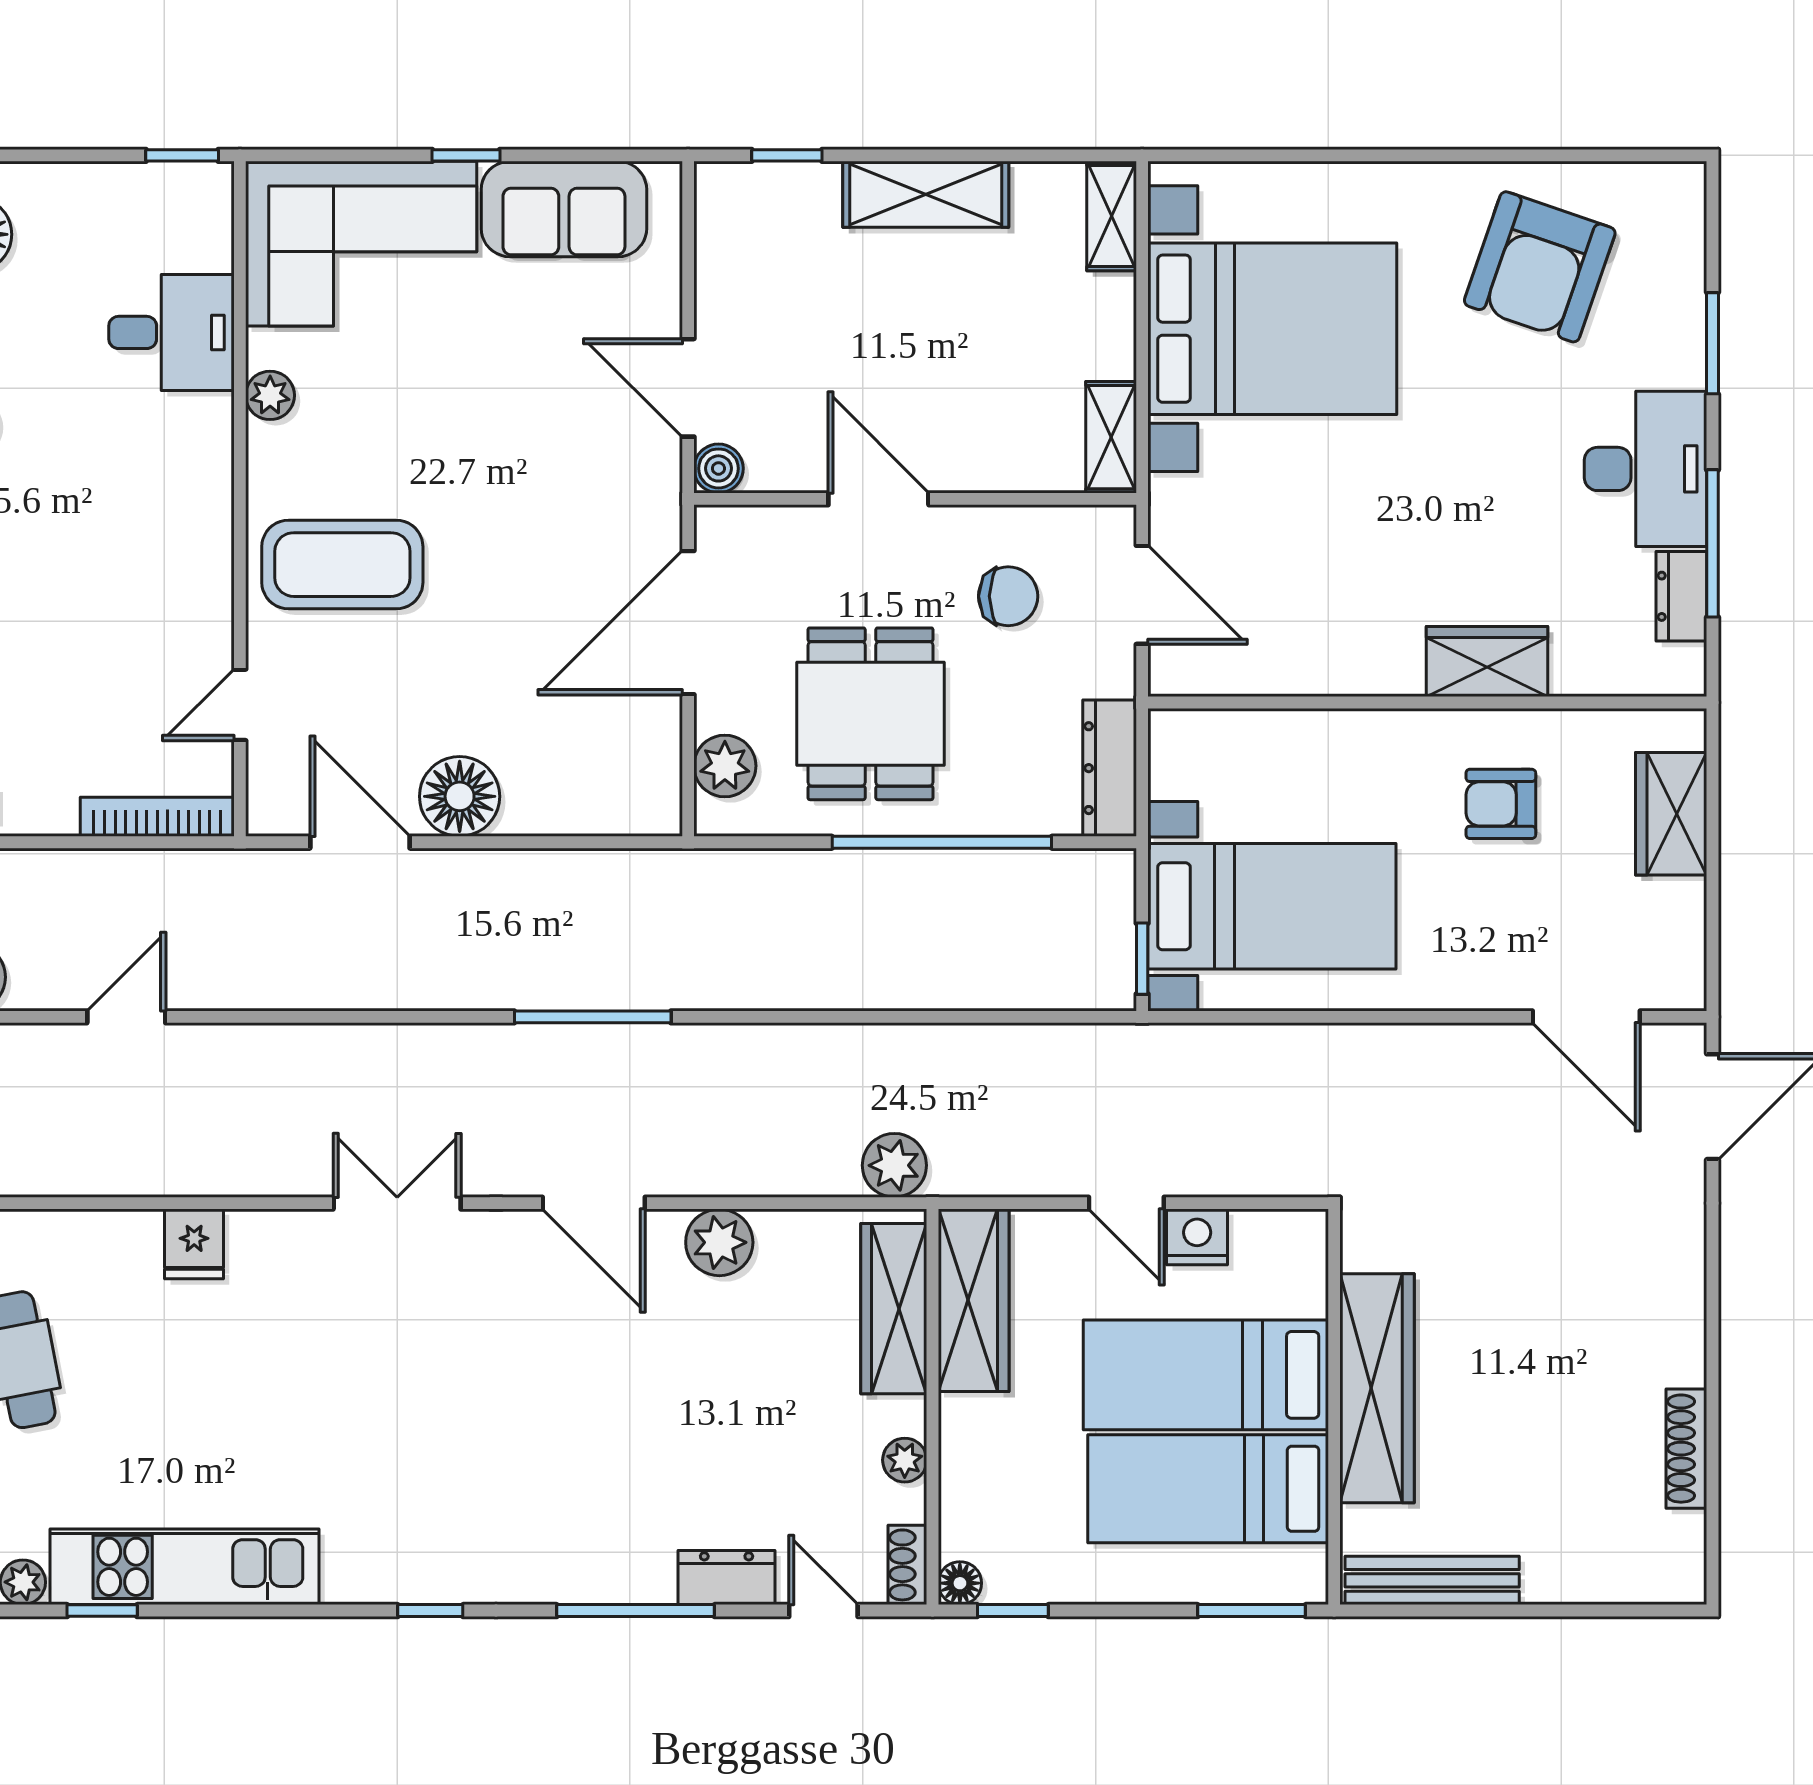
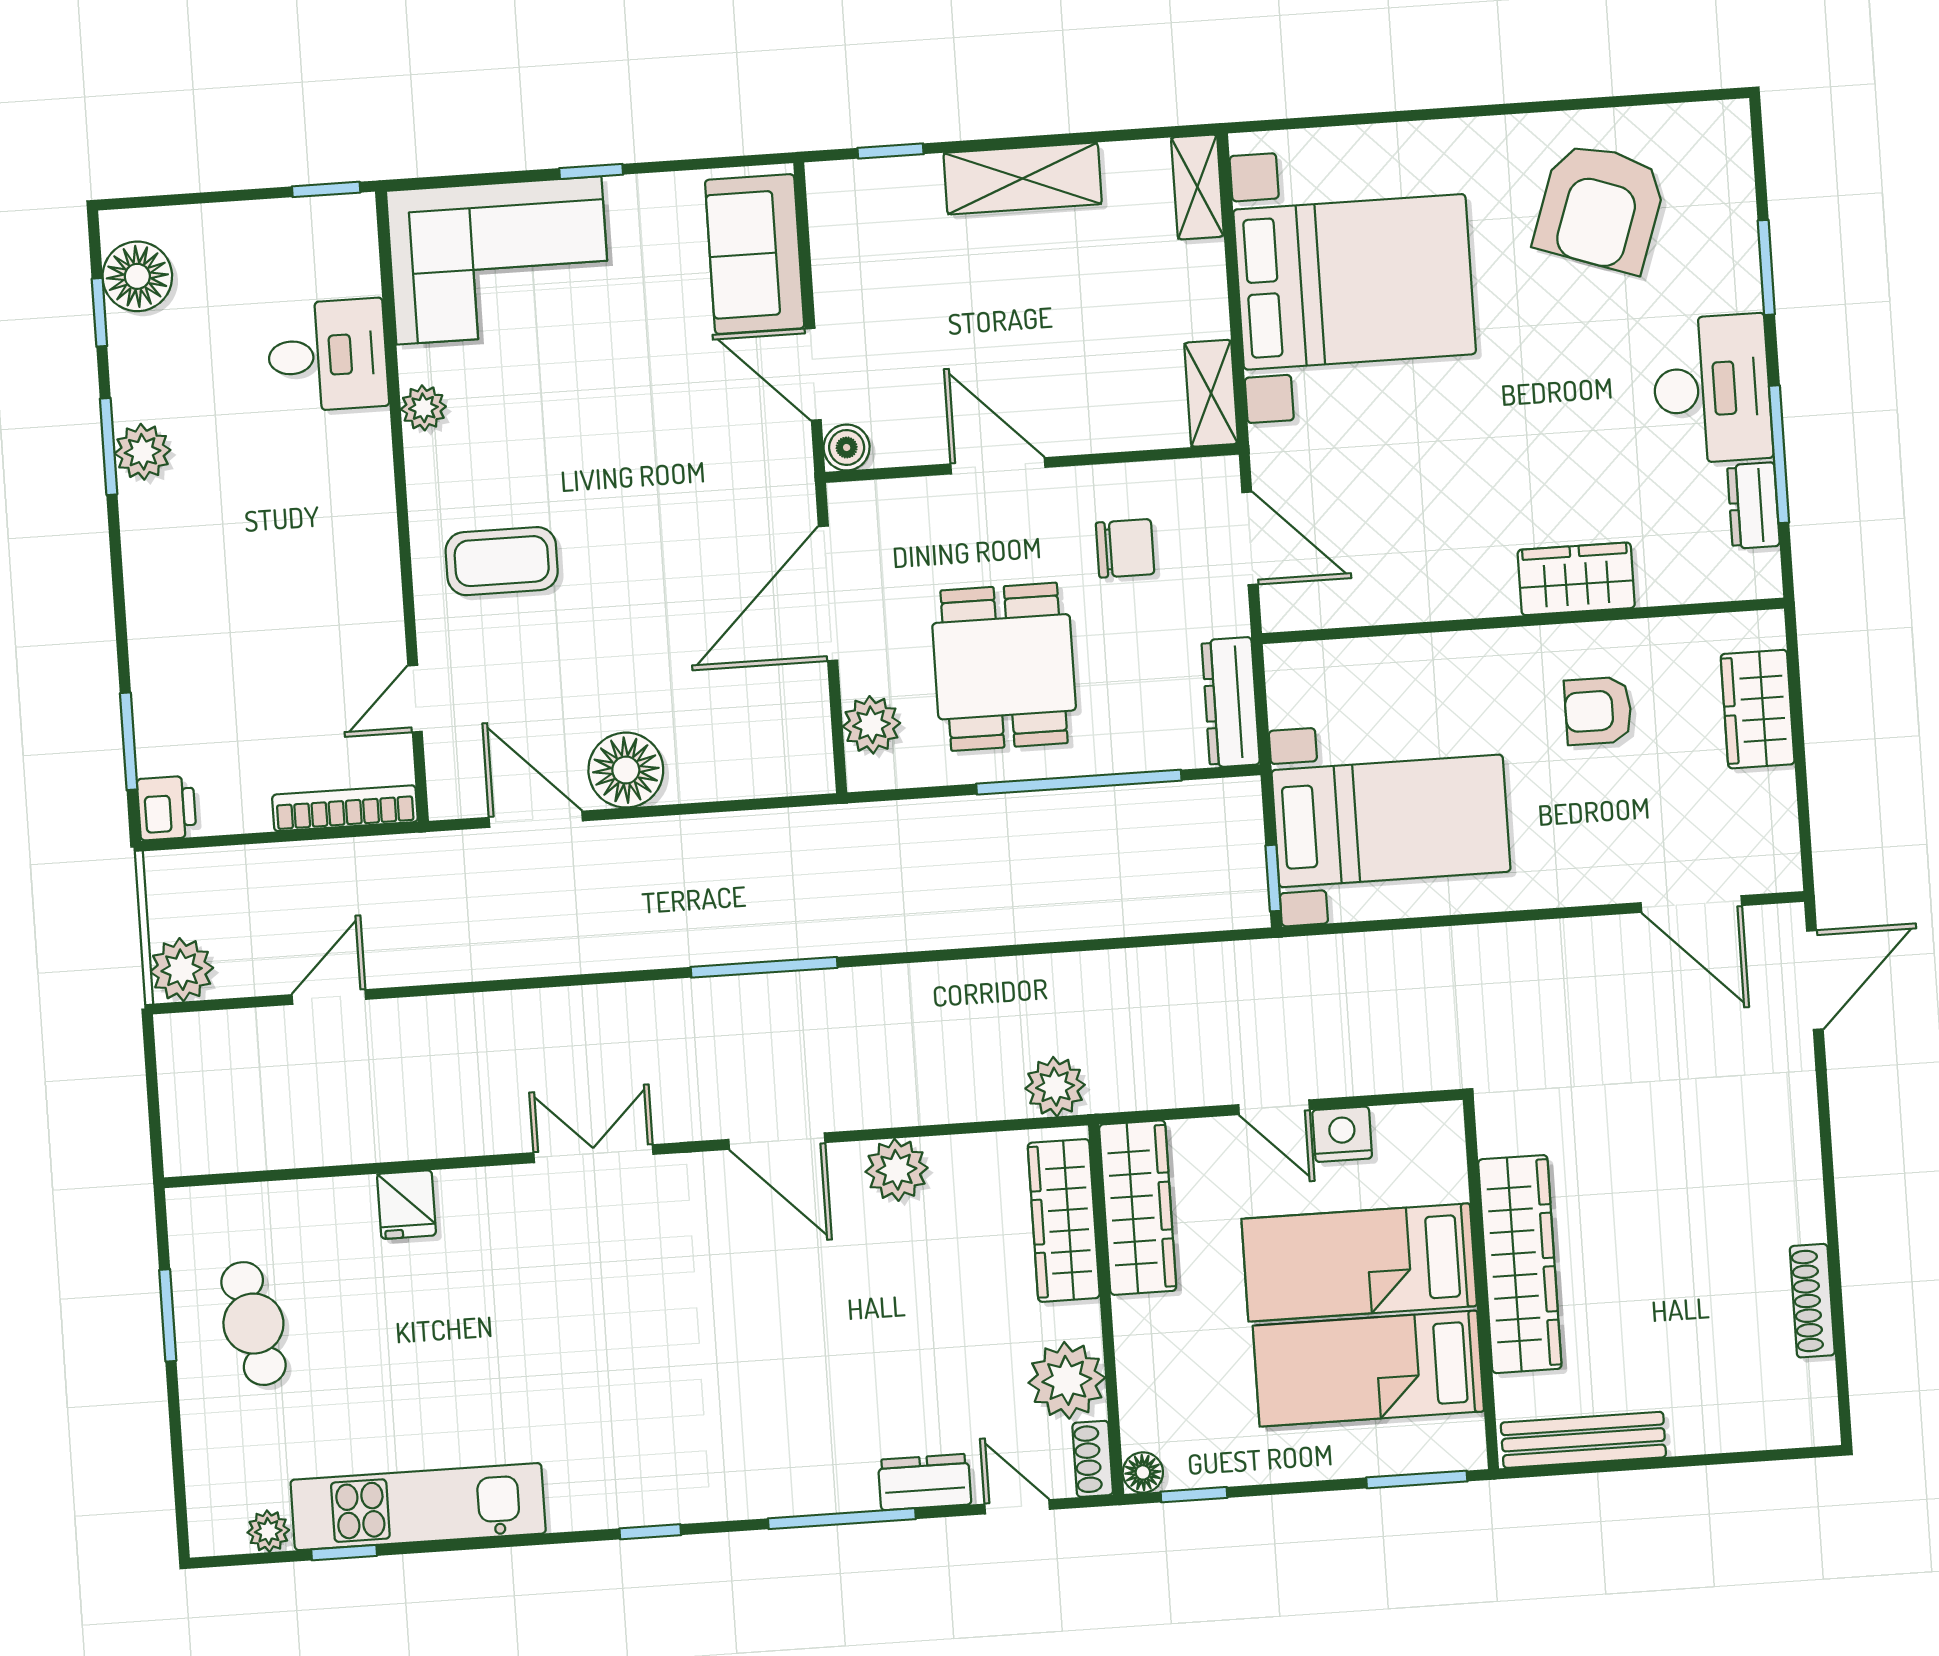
sofa: (564, 209) -> (755, 254), moved, turned 90
coffee table: (342, 565) -> (502, 561), width x0.73, depth x0.76
plant: (905, 1460) -> (1067, 1380), width x1.88, depth x1.88

